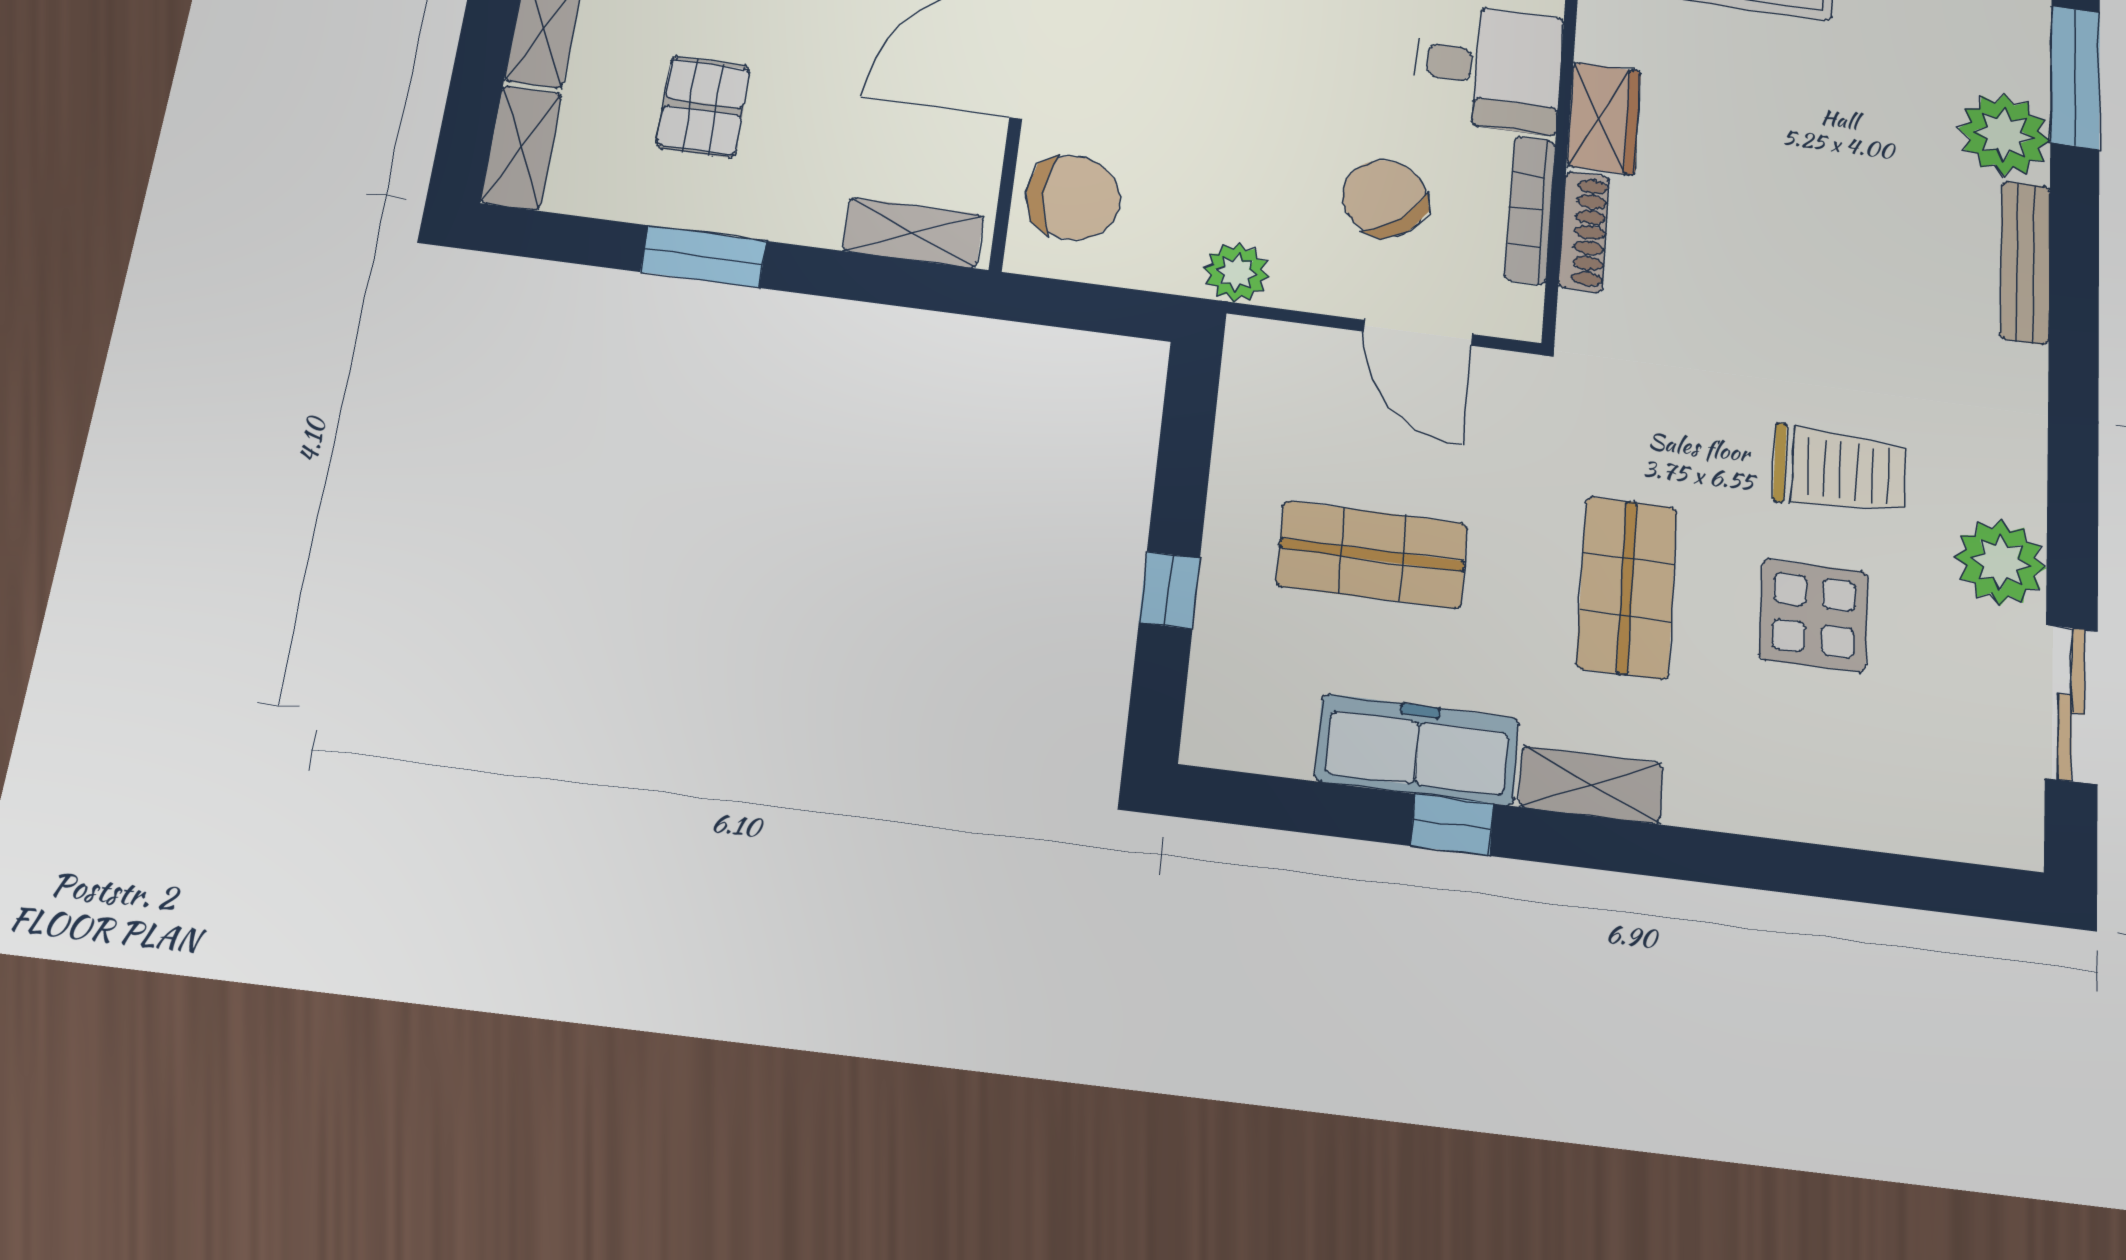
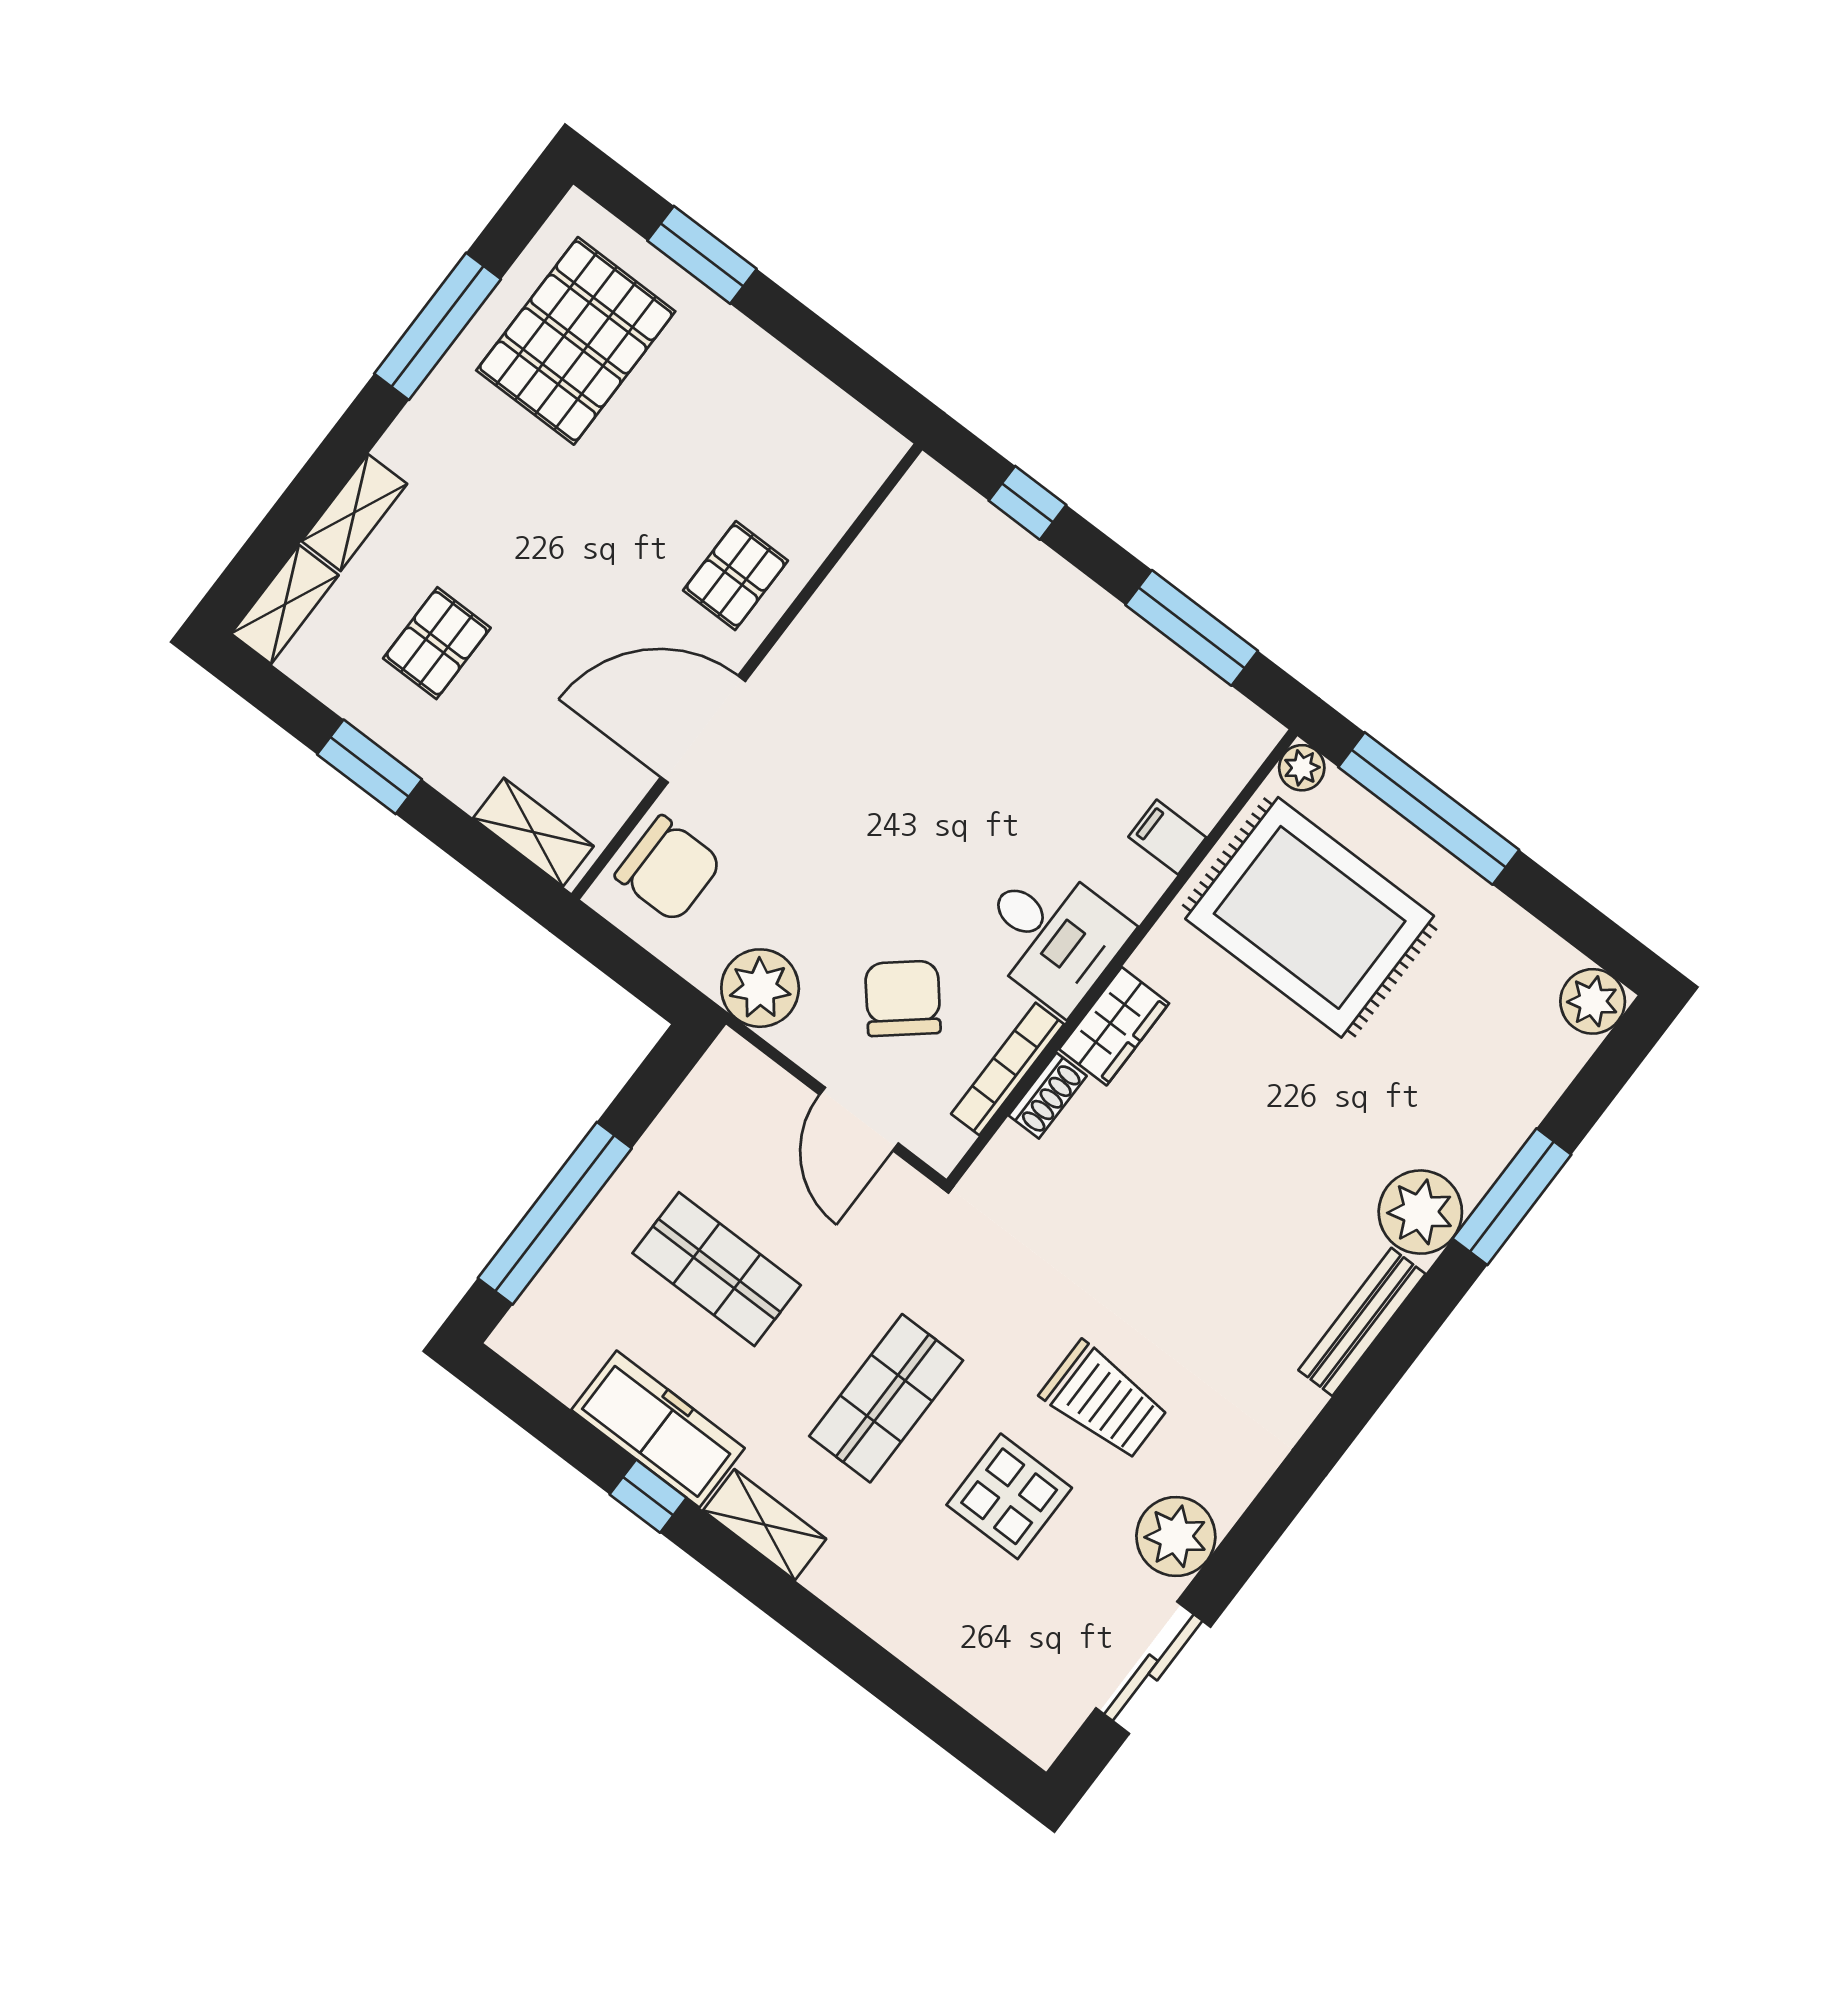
shoe rack: (1584, 232) -> (1048, 1096), width x0.70
plant: (1236, 272) -> (760, 988), width x1.36, depth x1.36
window: (1170, 590) -> (555, 1213), width x3.17

